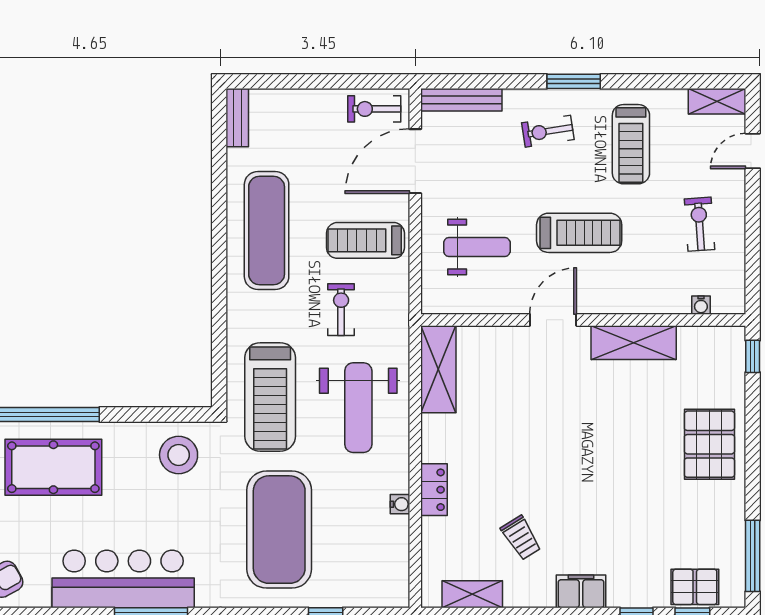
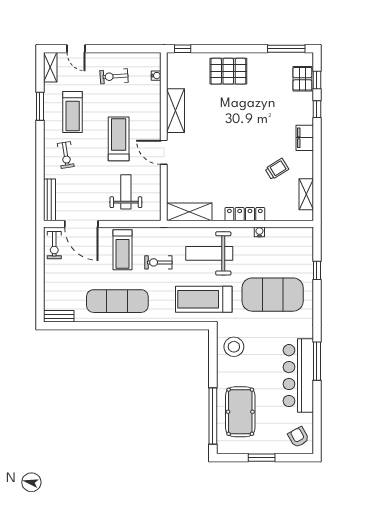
window: (574, 81) -> (40, 106), moved
treadmill: (631, 144) -> (73, 112), turned 90
treadmill: (270, 397) -> (204, 299), turned 180
weight bench: (358, 408) -> (209, 253), turned 180
locker: (434, 490) -> (245, 214), width x1.53

